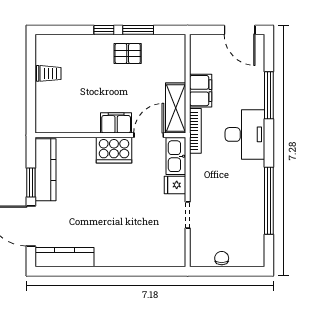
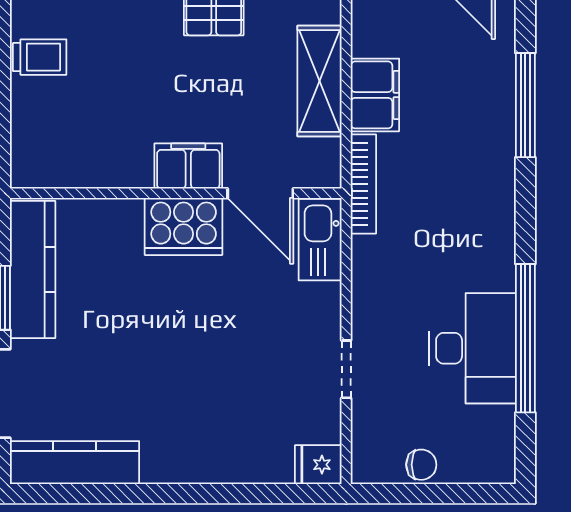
shelving: (176, 108) -> (319, 81), moved
desk: (245, 134) -> (472, 348), moved
door: (149, 135) -> (260, 193), swing flipped
fridge: (175, 185) -> (318, 465), moved
chair: (222, 258) -> (421, 465), turned 90

